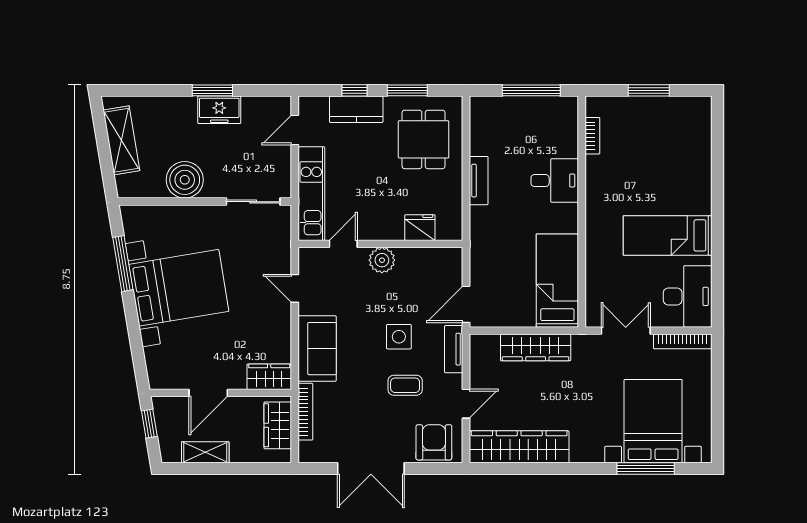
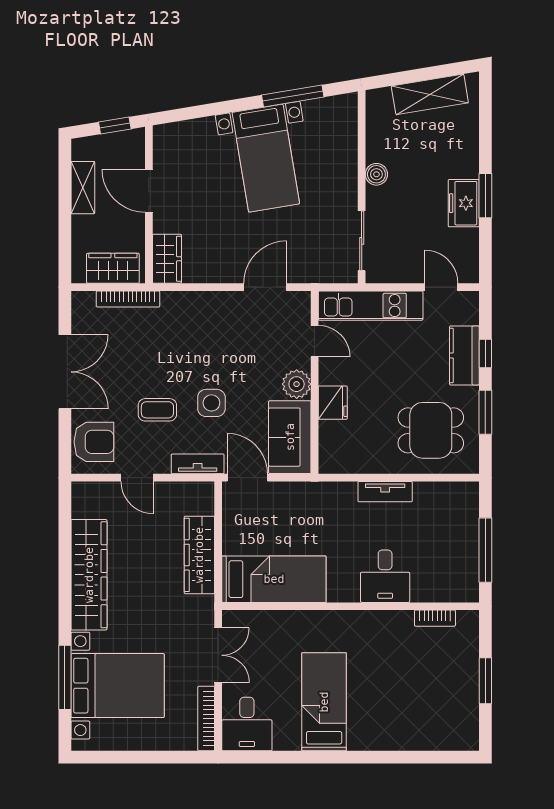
boiler: (185, 180) -> (376, 174), width x0.54, depth x0.54
fridge: (420, 228) -> (333, 403), moved
bed with nightstands: (179, 288) -> (266, 158), width x0.73
door: (295, 288) -> (265, 287), width x1.38
desk: (688, 296) -> (247, 724), width x0.73
sofa: (317, 349) -> (290, 437), moved, turned 90
coffee table: (405, 385) -> (157, 410), turned 90
wardrobe: (519, 447) -> (89, 575), moved
double door: (371, 469) -> (65, 372), swing flipped

